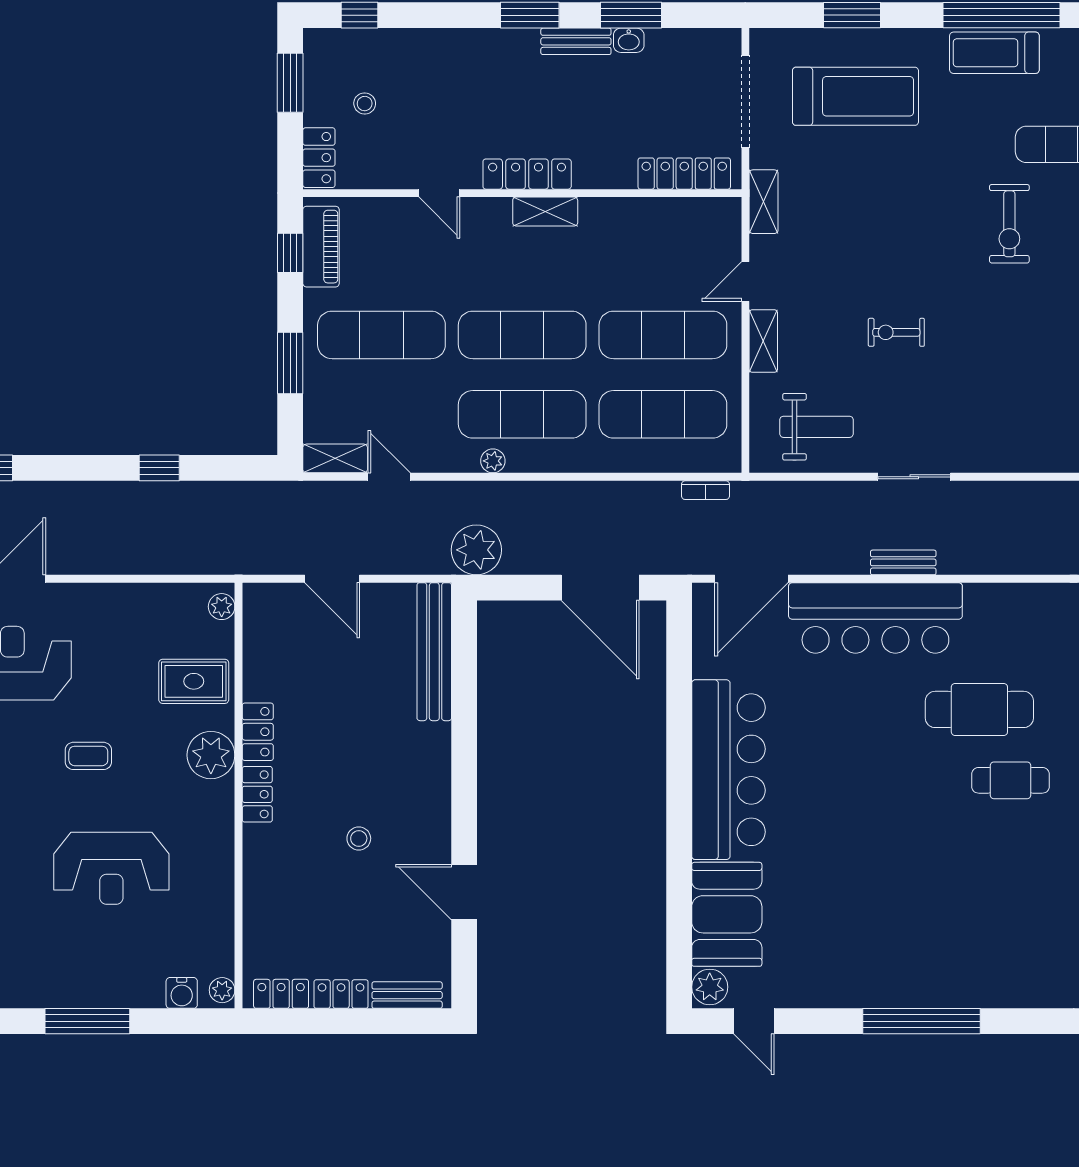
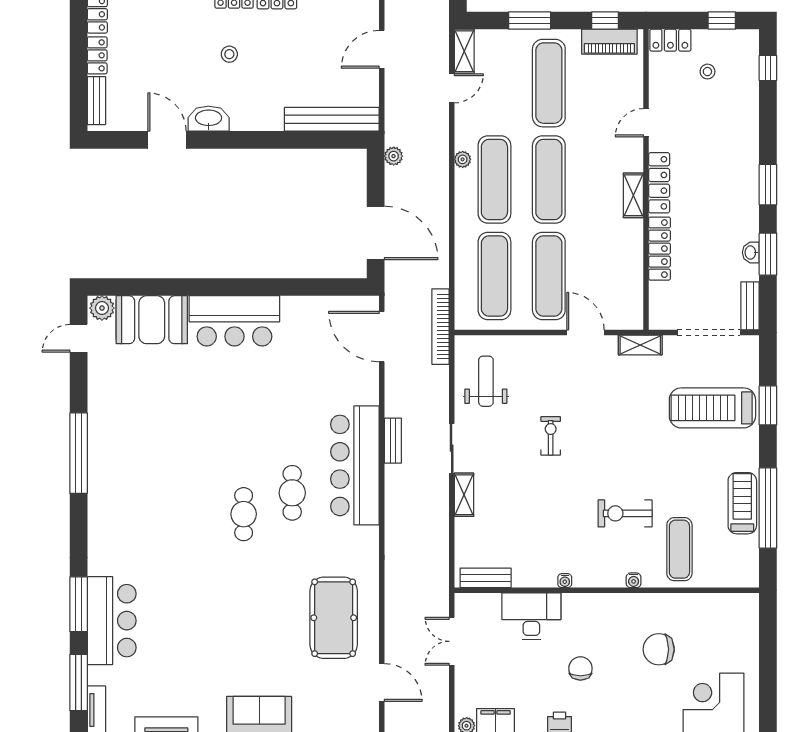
bench: (576, 41) -> (750, 306), moved
window: (290, 83) -> (722, 20), width x0.67
treadmill: (855, 96) -> (712, 408), turned 90
locker: (684, 174) -> (659, 249), moved
door: (745, 282) -> (585, 332), width x1.38
shelving: (763, 341) -> (464, 495), moved, turned 90
weight bench: (816, 427) -> (486, 381), turned 180
bookcase: (705, 490) -> (440, 327), width x2.31, depth x1.31
plant: (476, 550) -> (394, 156), width x0.53, depth x0.53
door: (600, 588) -> (376, 233), swing flipped
bar counter: (875, 618) -> (355, 465), moved
cafe table: (979, 709) -> (292, 493), width x0.73, depth x0.74
bar counter: (728, 770) -> (234, 321), width x0.73
washbasin: (433, 831) -> (209, 119), added
stool: (359, 838) -> (229, 54), moved
door: (464, 892) -> (167, 140), hinge flipped

